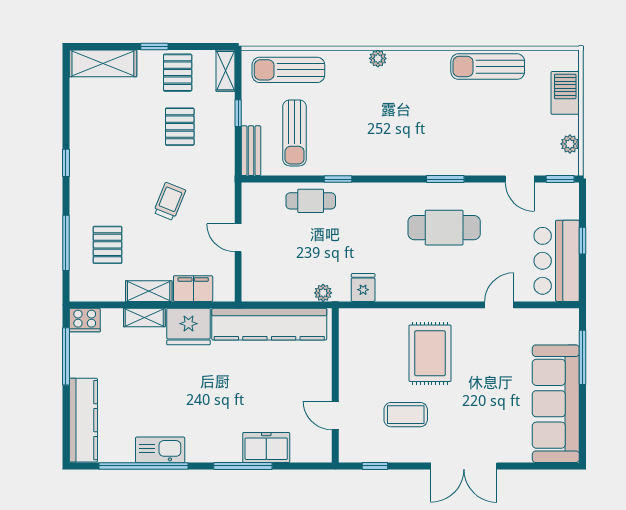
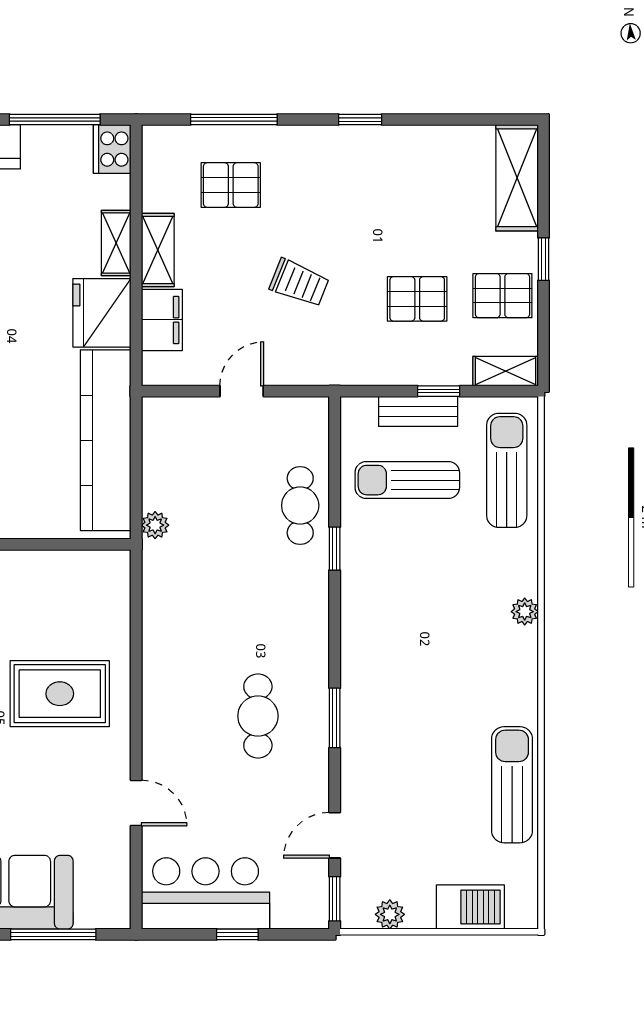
bench: (251, 151) -> (418, 411), moved
cafe table: (444, 228) -> (258, 716), width x0.73, depth x0.74
fridge: (363, 287) -> (163, 588), removed

